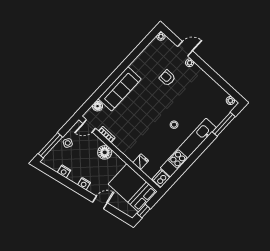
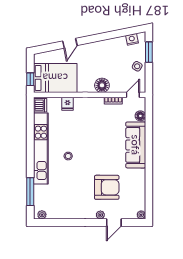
armchair: (167, 78) -> (107, 187), width x1.88, depth x1.88
window: (50, 145) -> (149, 52), width x0.69
nightstand: (64, 171) -> (132, 39), moved
nightstand: (84, 184) -> (96, 46), removed
window: (144, 211) -> (30, 79), moved

